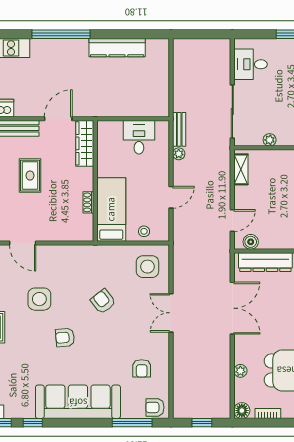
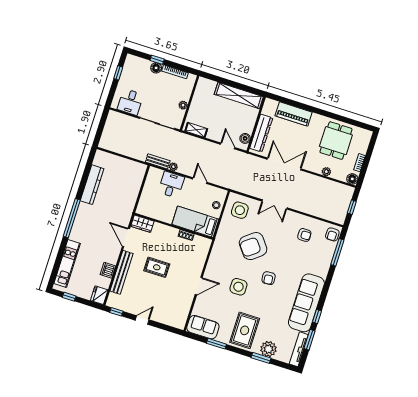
desk: (139, 137) -> (171, 185), moved, turned 90
wardrobe: (85, 143) -> (142, 224), width x0.67
armchair: (103, 301) -> (253, 246), width x1.88, depth x1.88
sofa: (78, 402) -> (306, 303), moved

